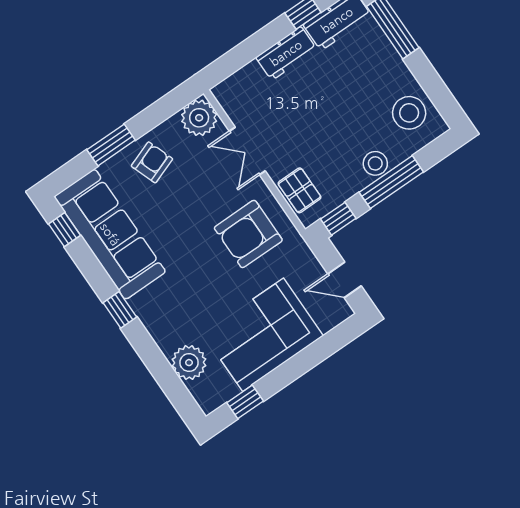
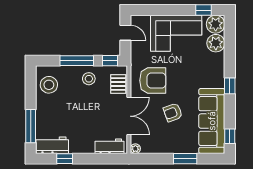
workbench: (286, 53) -> (109, 146), moved
plant: (199, 118) -> (135, 149), width x0.53, depth x0.53
double door: (247, 151) -> (129, 116), width x1.37
armchair: (152, 162) -> (173, 112), moved
stool: (375, 163) -> (89, 79), moved
plant: (210, 393) -> (216, 24), added

